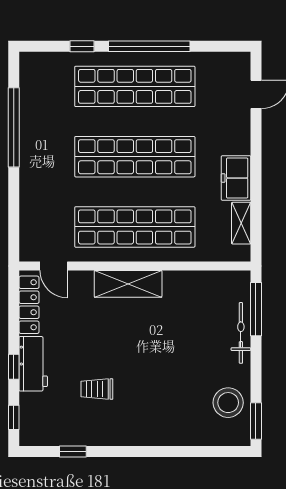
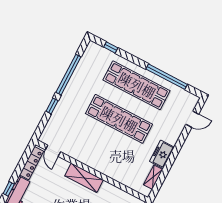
window: (82, 46) -> (111, 47), moved
window: (149, 46) -> (167, 77), moved
window: (14, 193) -> (52, 106), added
shop shelf: (135, 227) -> (101, 152), removed

